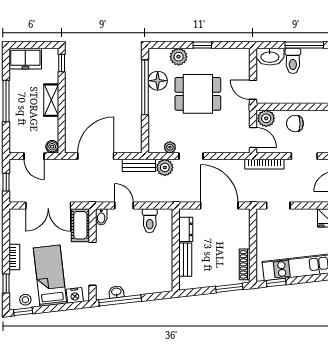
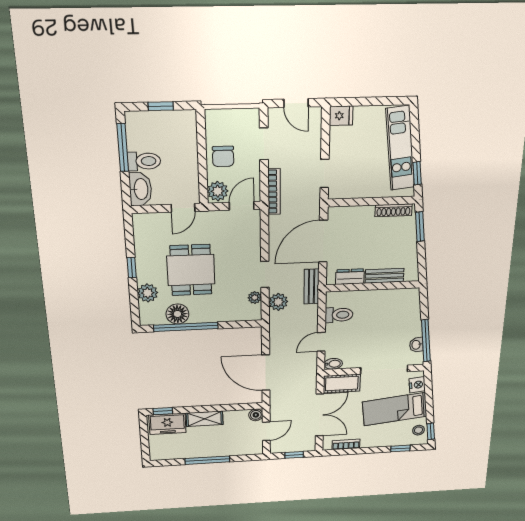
freezer: (25, 59) -> (167, 424), moved, turned 90
bench: (139, 165) -> (311, 287), moved
bookcase: (14, 257) -> (346, 444), moved

